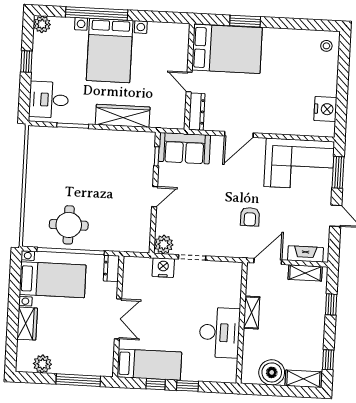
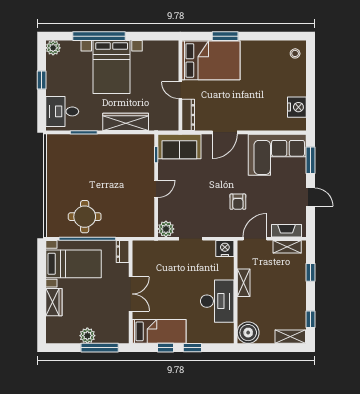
nightstand: (163, 268) -> (225, 249), moved
plant: (42, 364) -> (87, 336), moved
boiler: (272, 372) -> (248, 333), moved

